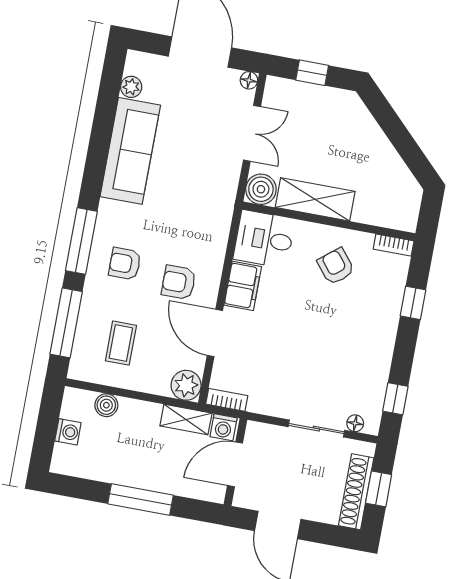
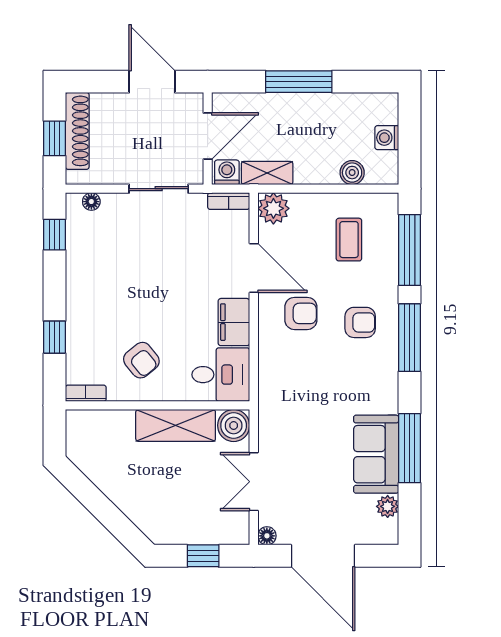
window: (100, 138) -> (410, 448), added
sofa: (130, 151) -> (376, 454), width x0.73
sliding door: (316, 429) -> (159, 189), moved

